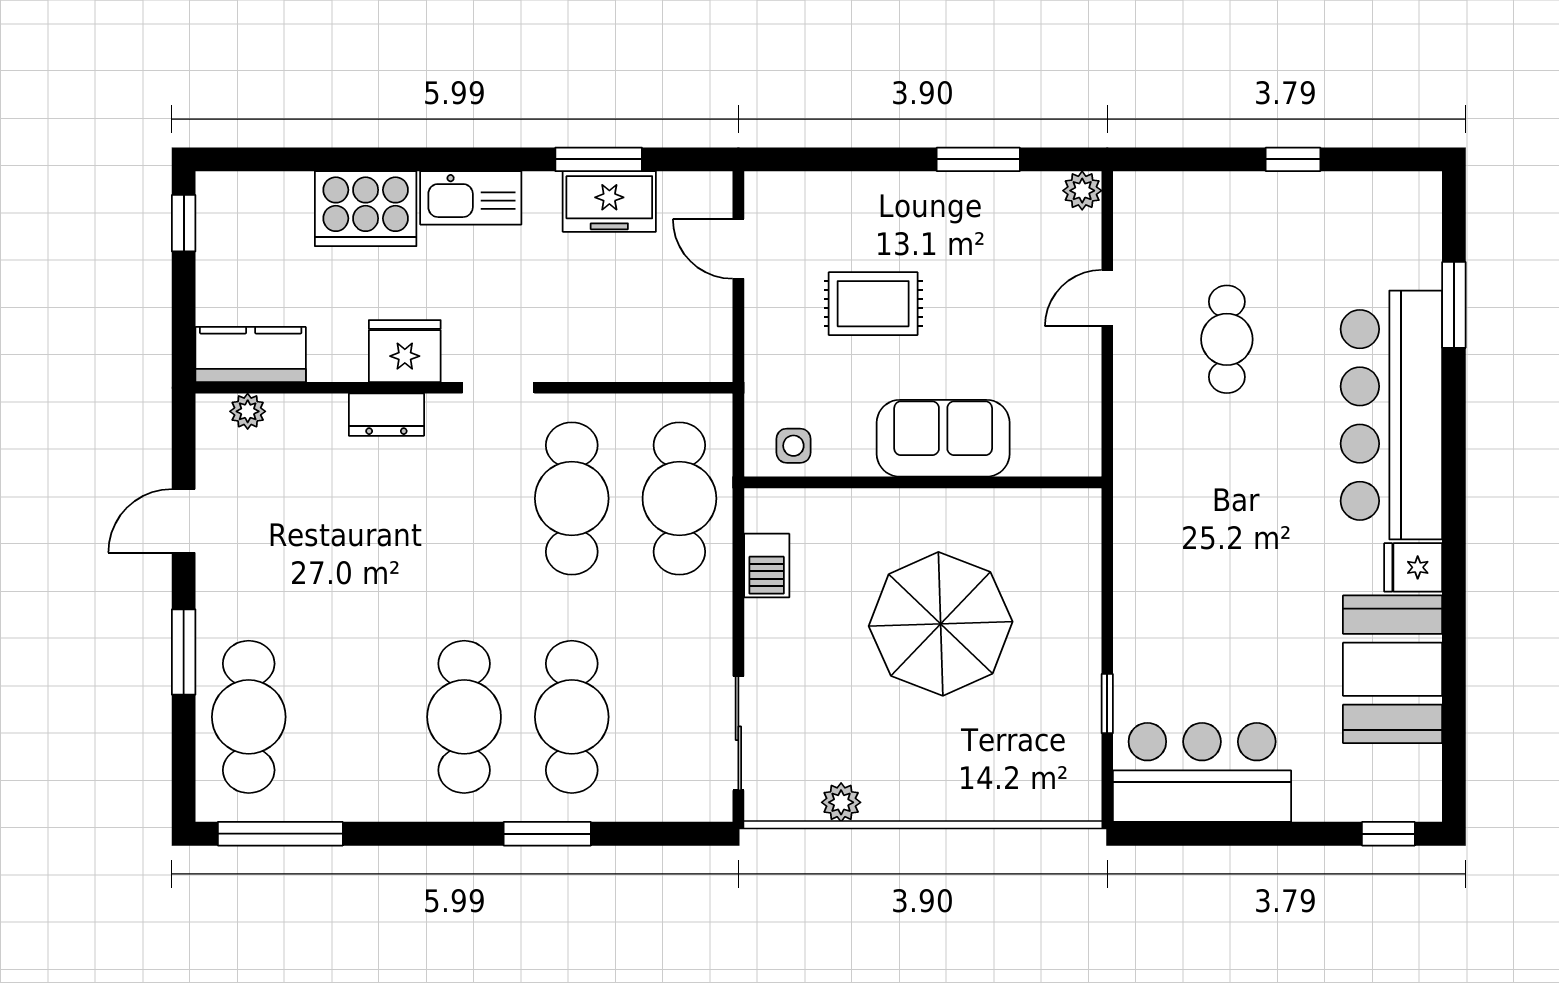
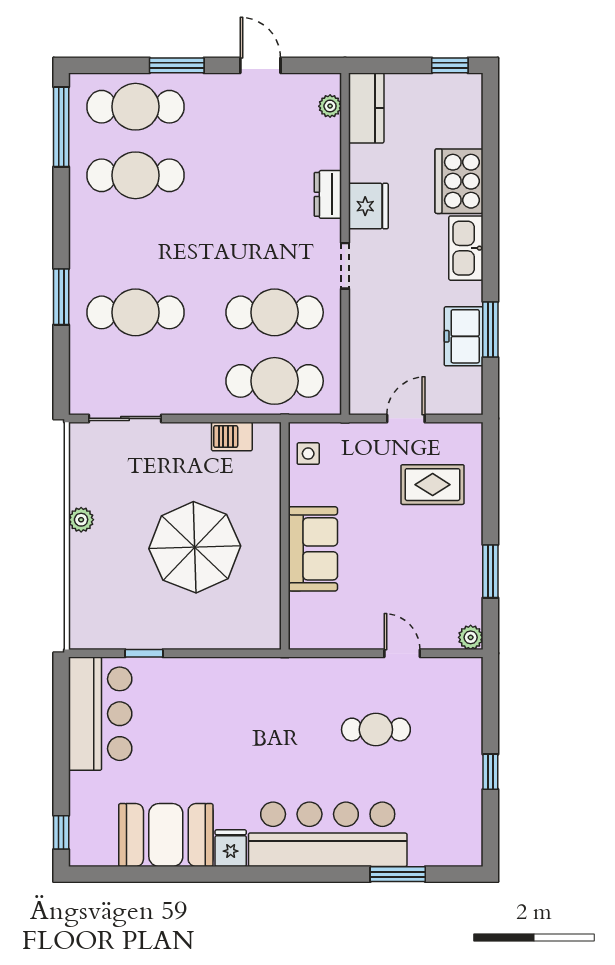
door: (738, 249) -> (406, 418), moved
rug: (873, 304) -> (433, 485), moved, turned 90
cafe table: (464, 717) -> (135, 175), moved
plant: (841, 802) -> (81, 520), moved

